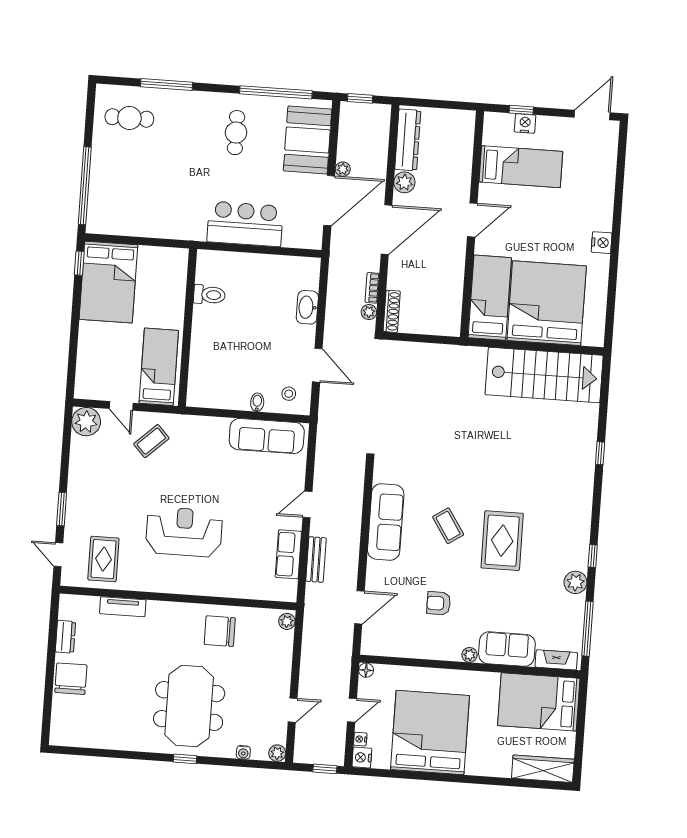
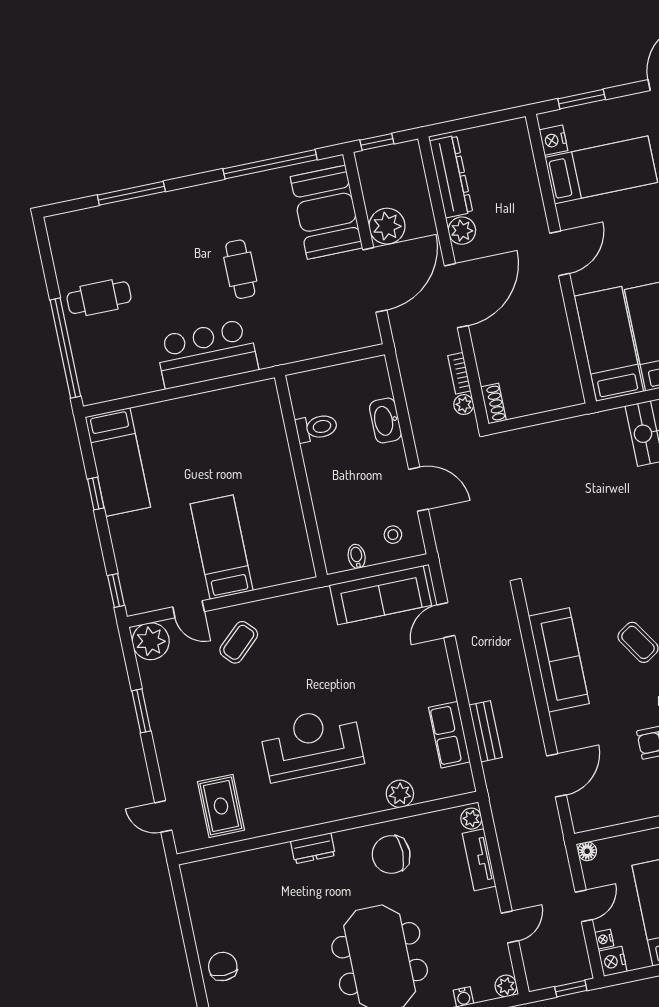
window: (521, 110) -> (582, 99), width x1.50
cafe table: (129, 118) -> (99, 298), moved
nightstand: (525, 123) -> (554, 140), moved, turned -90
cafe table: (236, 133) -> (240, 269), moved
plant: (343, 169) -> (387, 226), width x1.87, depth x1.87
bar counter: (245, 224) -> (207, 354), moved
window: (79, 263) -> (96, 493), moved
bed: (108, 282) -> (118, 462), width x0.67
toilet: (209, 295) -> (316, 428), moved
shoe rack: (392, 311) -> (493, 403), width x0.70
wall: (187, 327) -> (301, 476), moved
window: (71, 377) -> (116, 590), added
door: (307, 504) -> (446, 620), moved
window: (62, 509) -> (141, 711), moved
plant: (239, 588) -> (400, 794), added
tv unit: (123, 607) -> (479, 860), moved, turned 90
dresser: (65, 637) -> (313, 848), moved, turned 90
chair: (71, 679) -> (223, 966), width x0.73, depth x0.73

